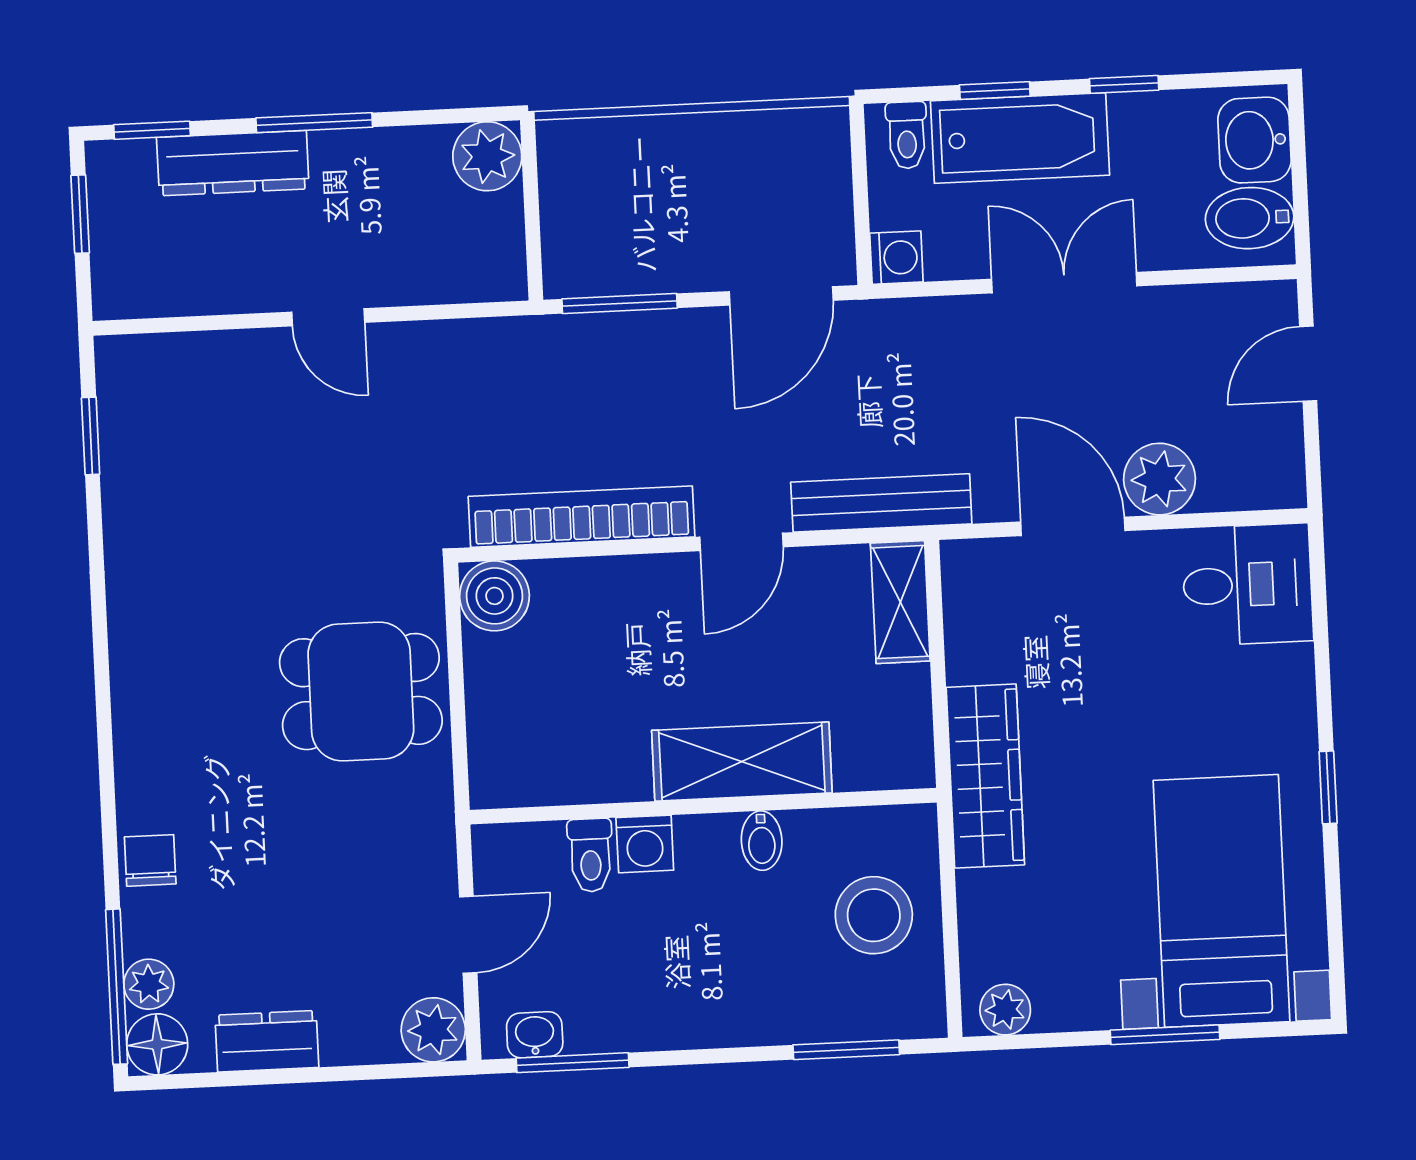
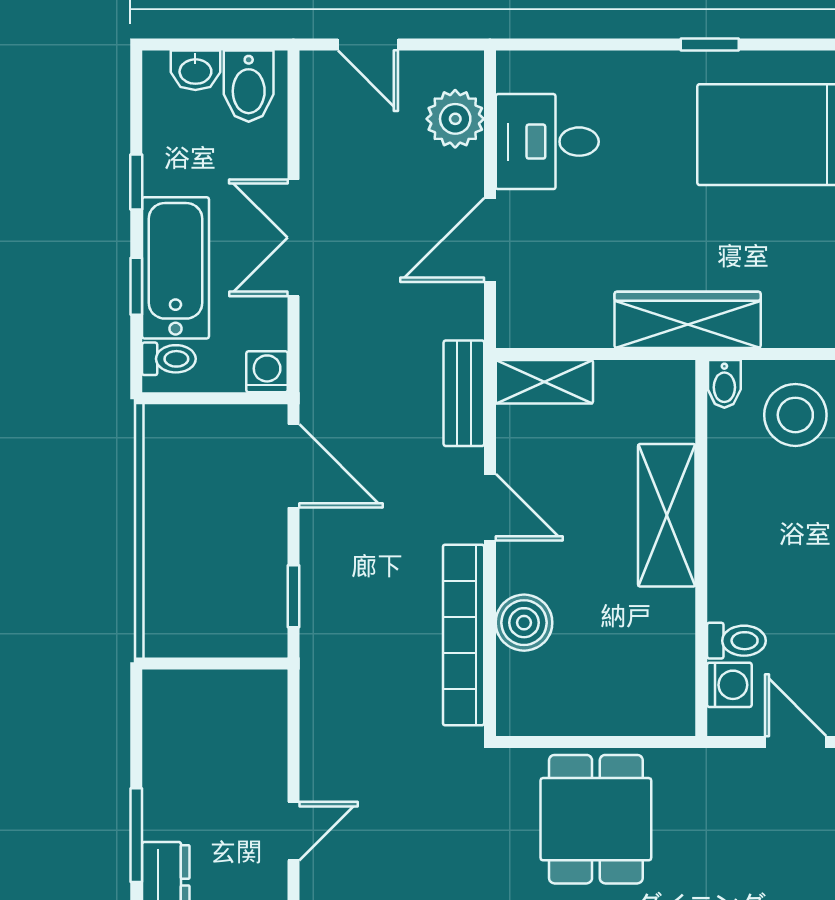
washbasin: (1254, 140) -> (195, 70), width x0.72, depth x0.69
plant: (487, 156) -> (170, 697), removed
window: (620, 304) -> (293, 596), width x0.67
plant: (1160, 479) -> (455, 119), moved
bench: (881, 503) -> (464, 393), width x0.73
desk: (1247, 585) -> (547, 142), moved, turned -90
boiler: (495, 596) -> (524, 623), moved
bidet: (762, 841) -> (724, 384), moved, turned 90
washing machine: (645, 844) -> (729, 685), moved

